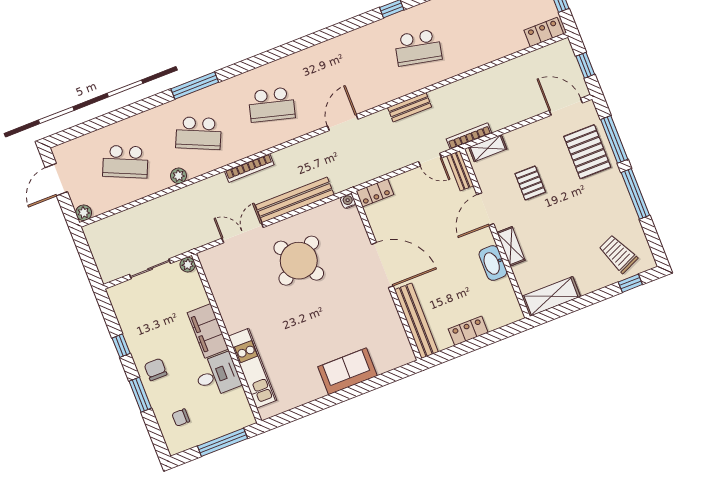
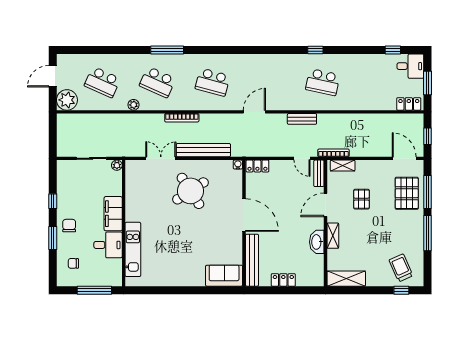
plant: (84, 213) -> (67, 100), width x1.88, depth x1.88
sofa: (348, 371) -> (224, 276), moved

